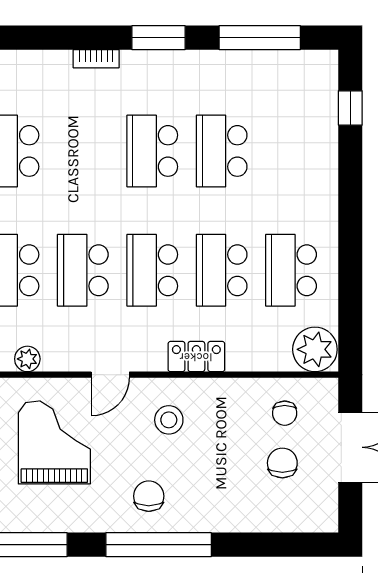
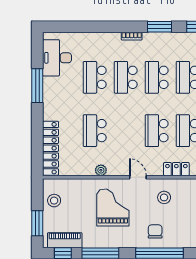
school desk: (83, 270) -> (126, 77), moved
door: (110, 375) -> (138, 177), swing flipped

